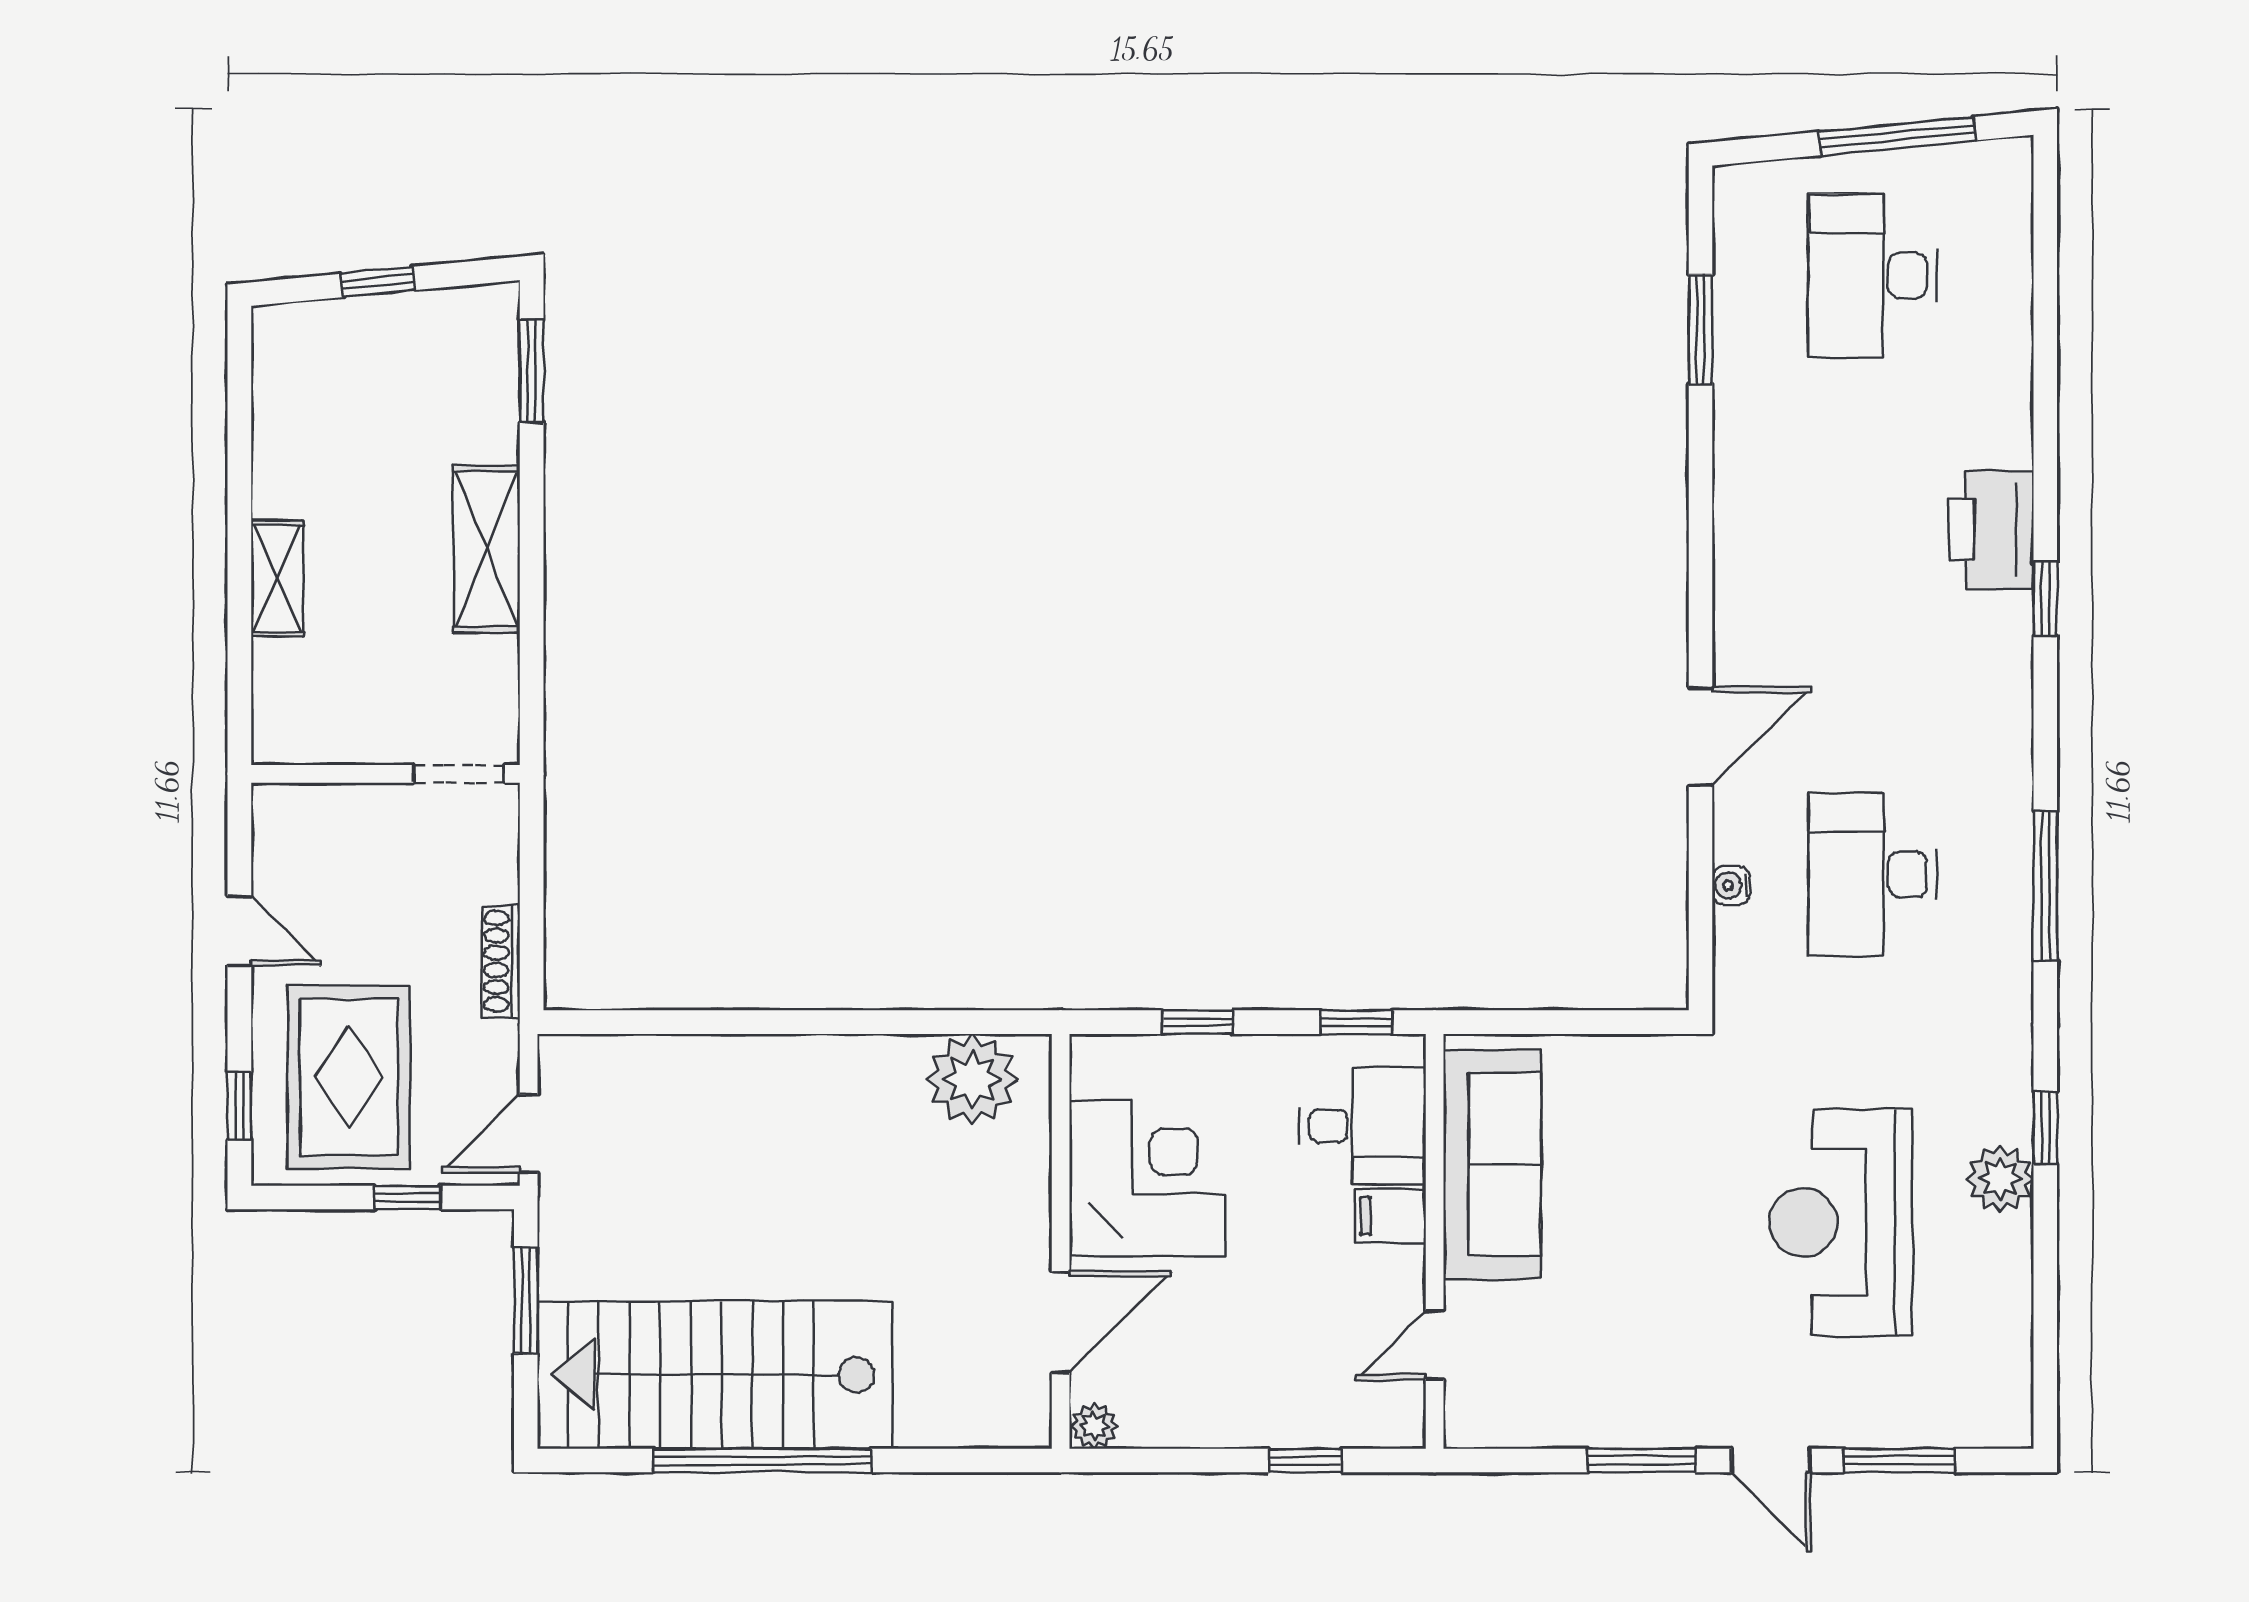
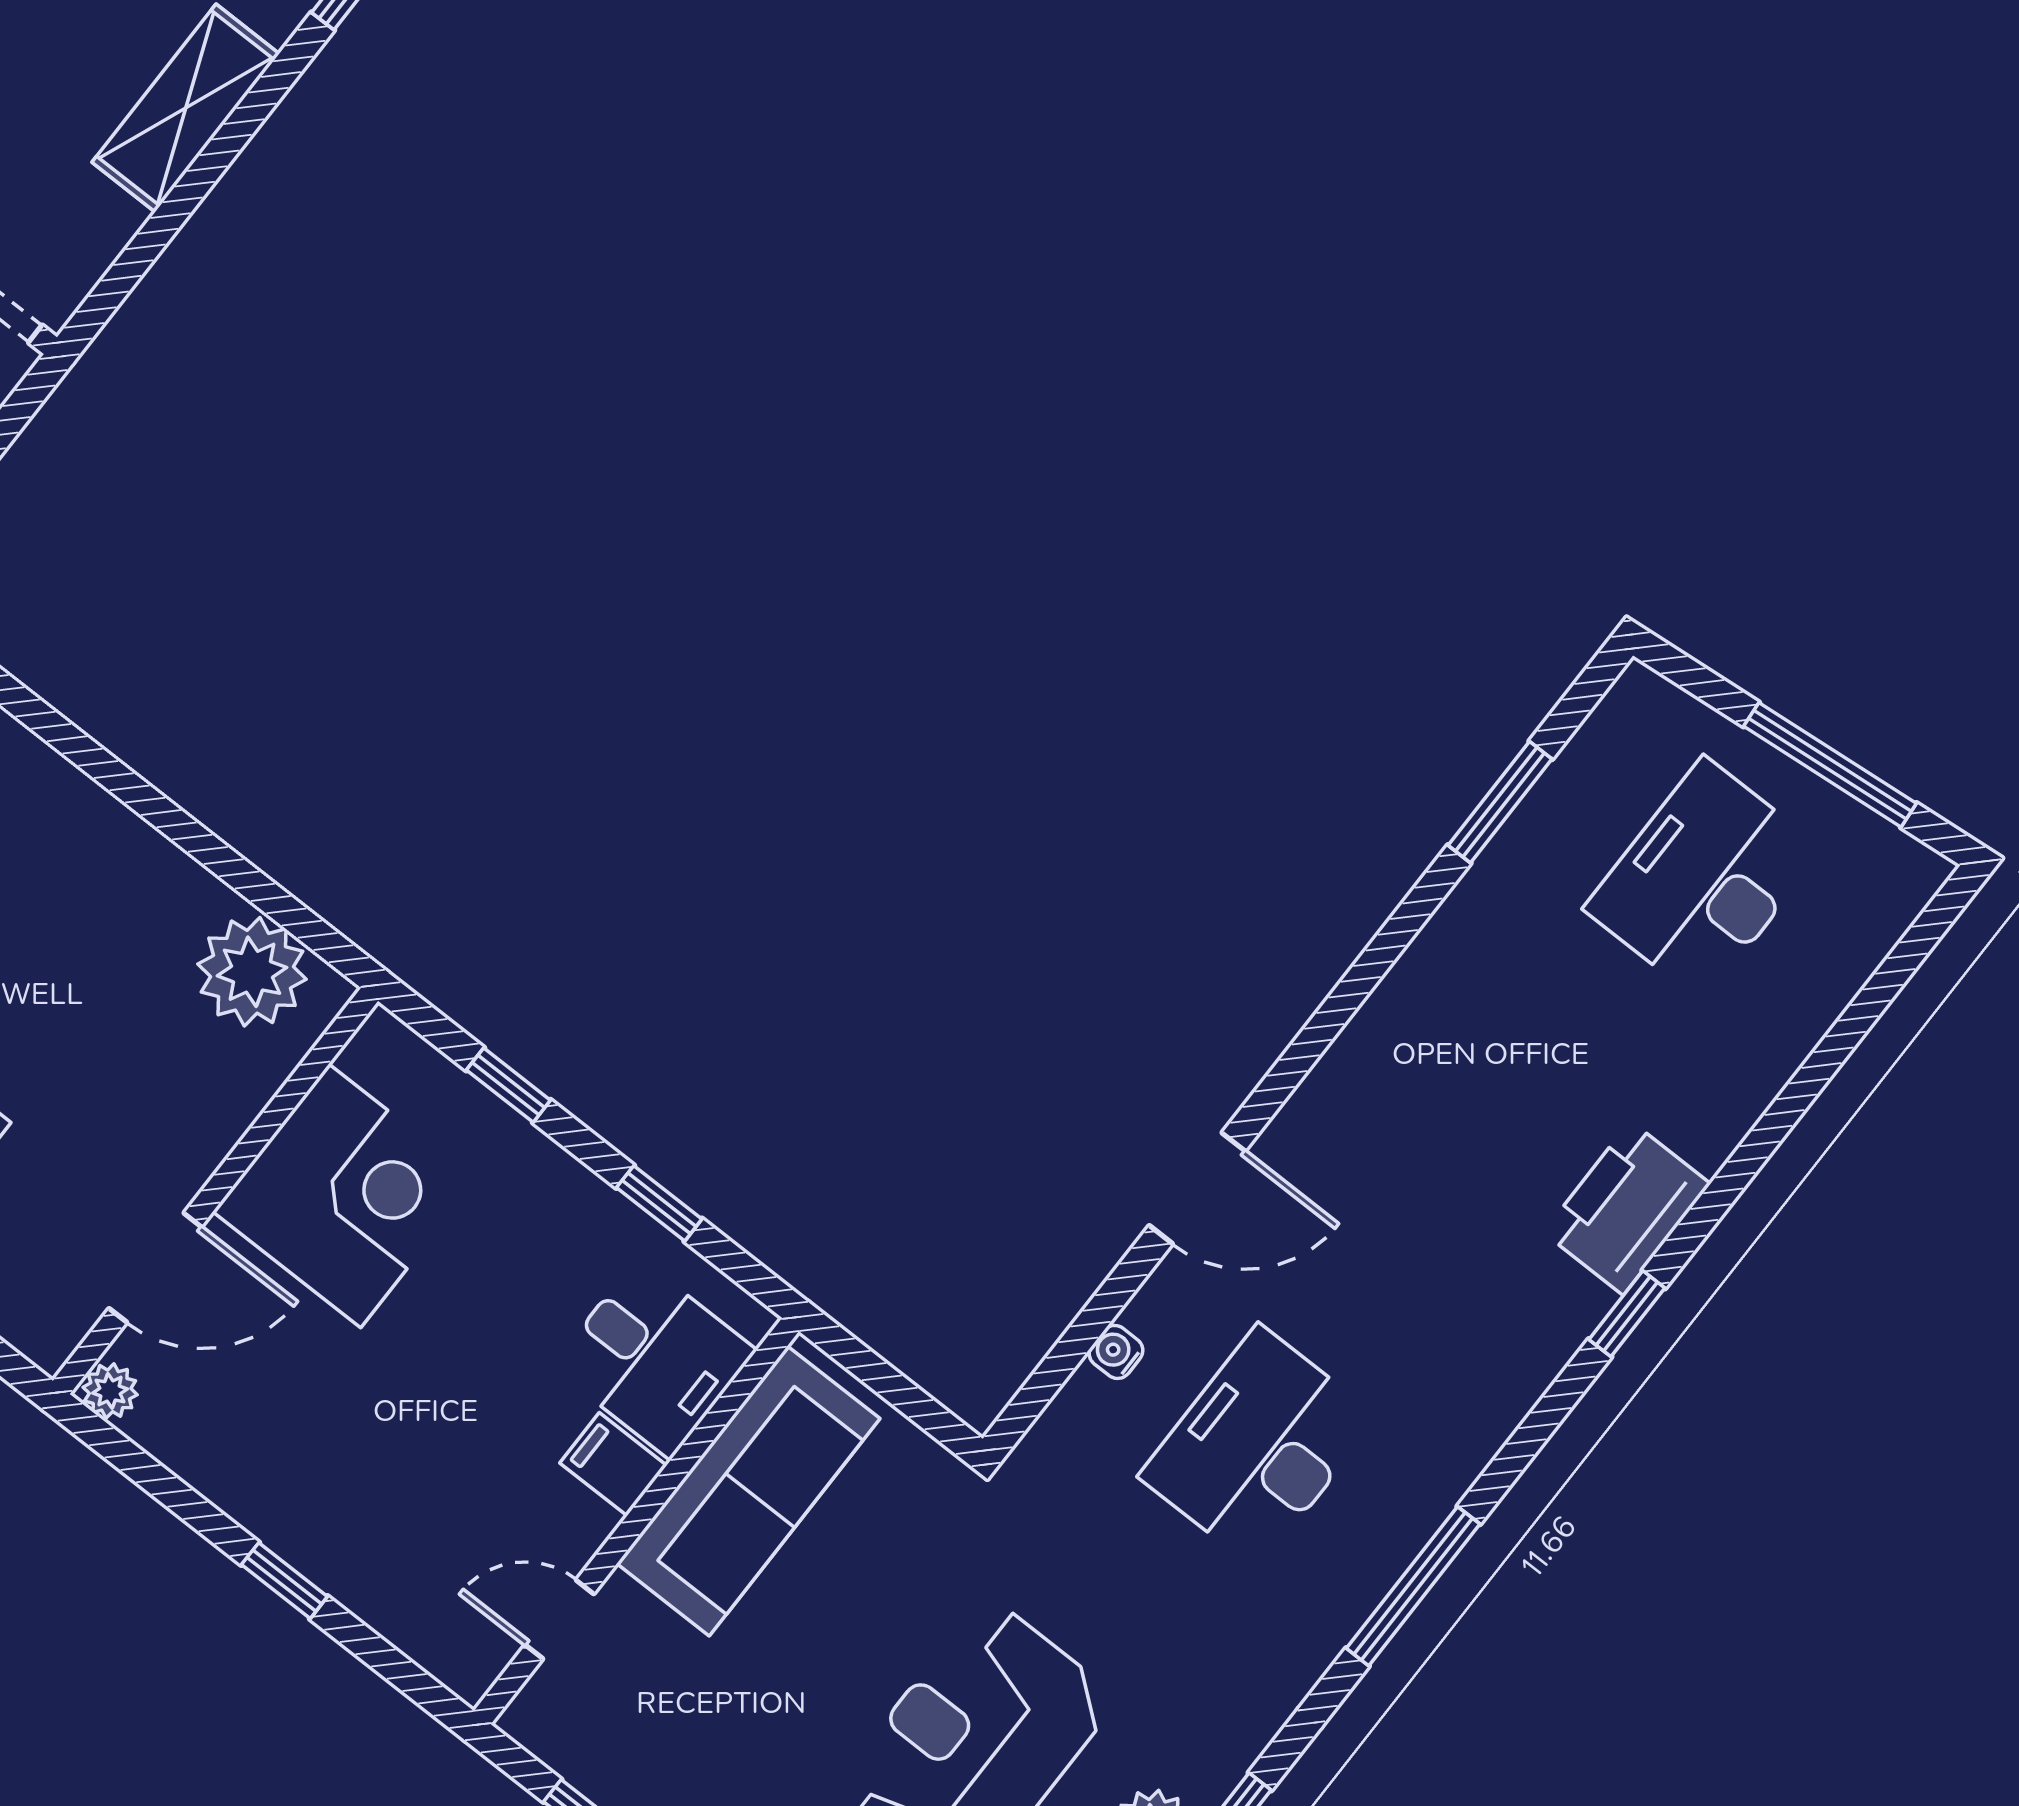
desk: (1363, 1126) -> (654, 1358), moved
sofa: (1492, 1164) -> (748, 1491), moved
filing cabinet: (1390, 1216) -> (613, 1464), moved
wall: (1435, 1241) -> (637, 1521), moved
door: (1435, 1345) -> (559, 1619), moved

